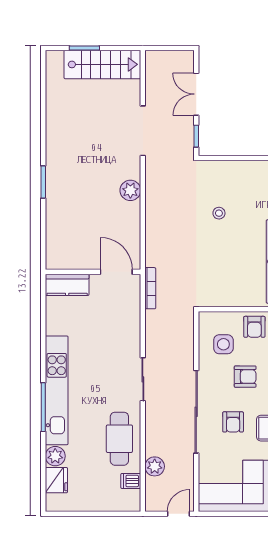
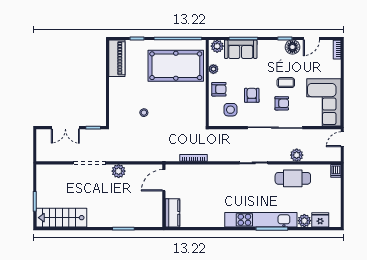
stairs: (102, 64) -> (61, 218), moved, turned -90
plant: (130, 190) -> (119, 171), moved
wall: (93, 272) -> (164, 196), moved
door: (116, 272) -> (164, 180), moved
kitchen counter: (67, 285) -> (172, 213), moved
plant: (155, 466) -> (297, 155), moved
dishwasher: (131, 481) -> (336, 171), moved
door: (179, 514) -> (342, 139), hinge flipped

